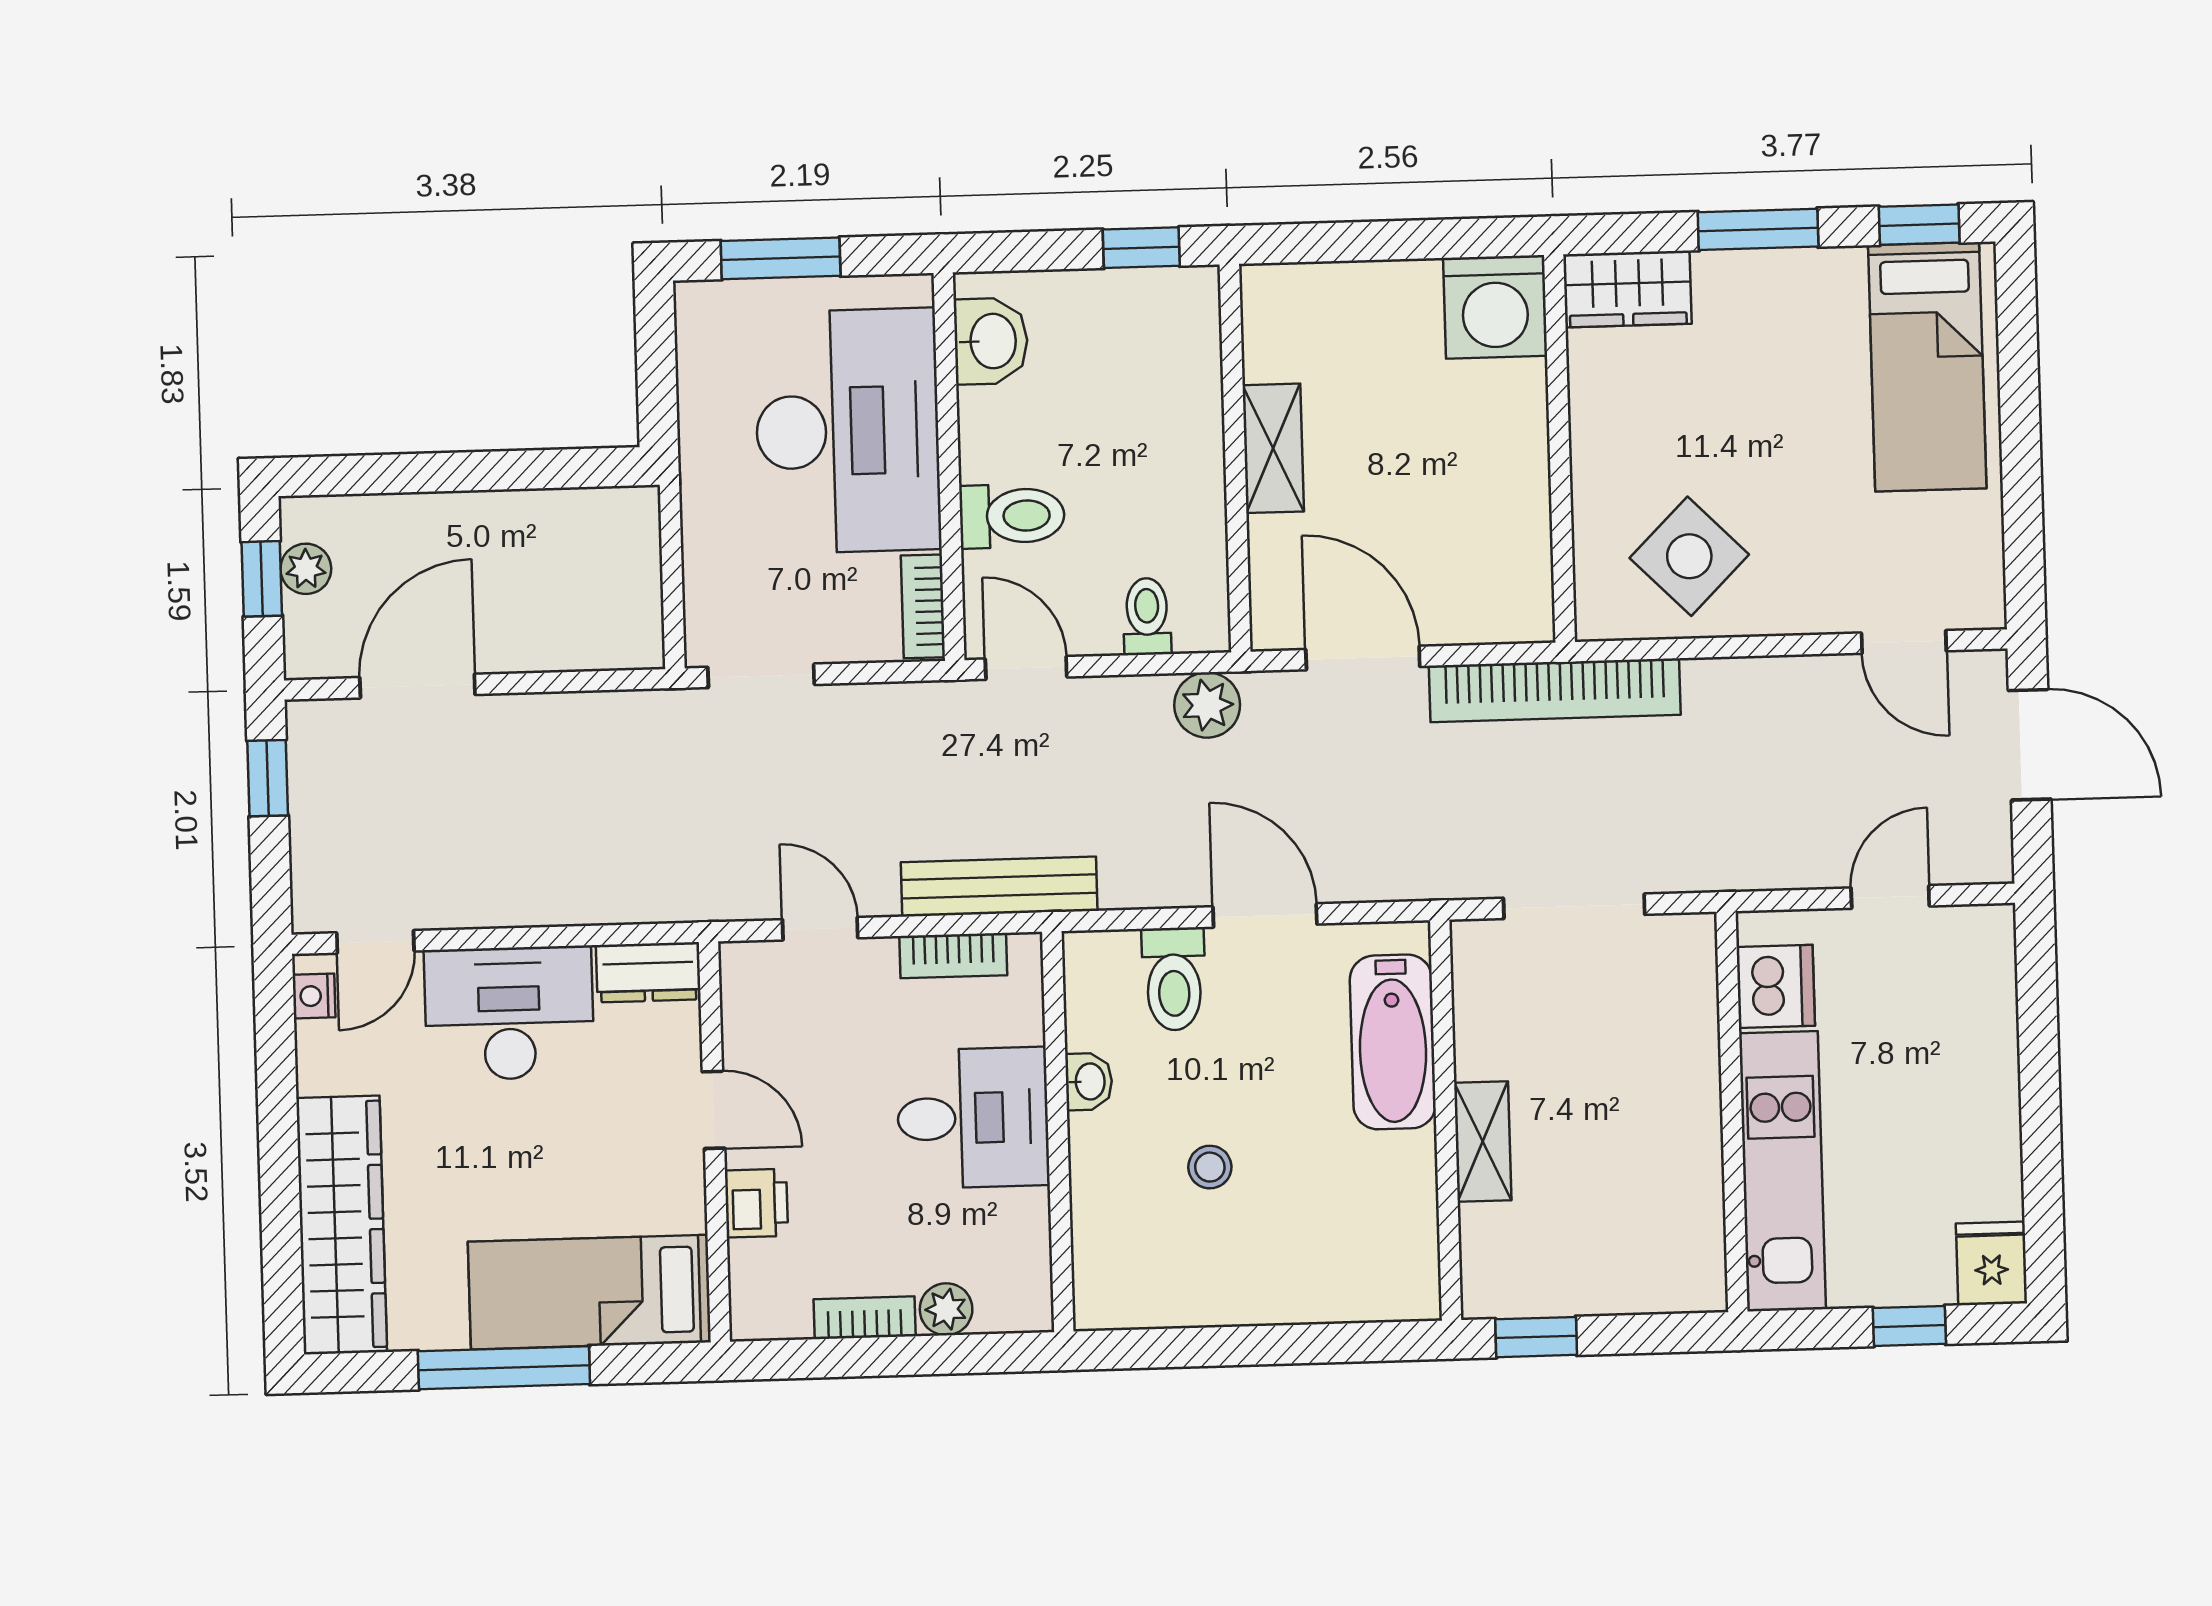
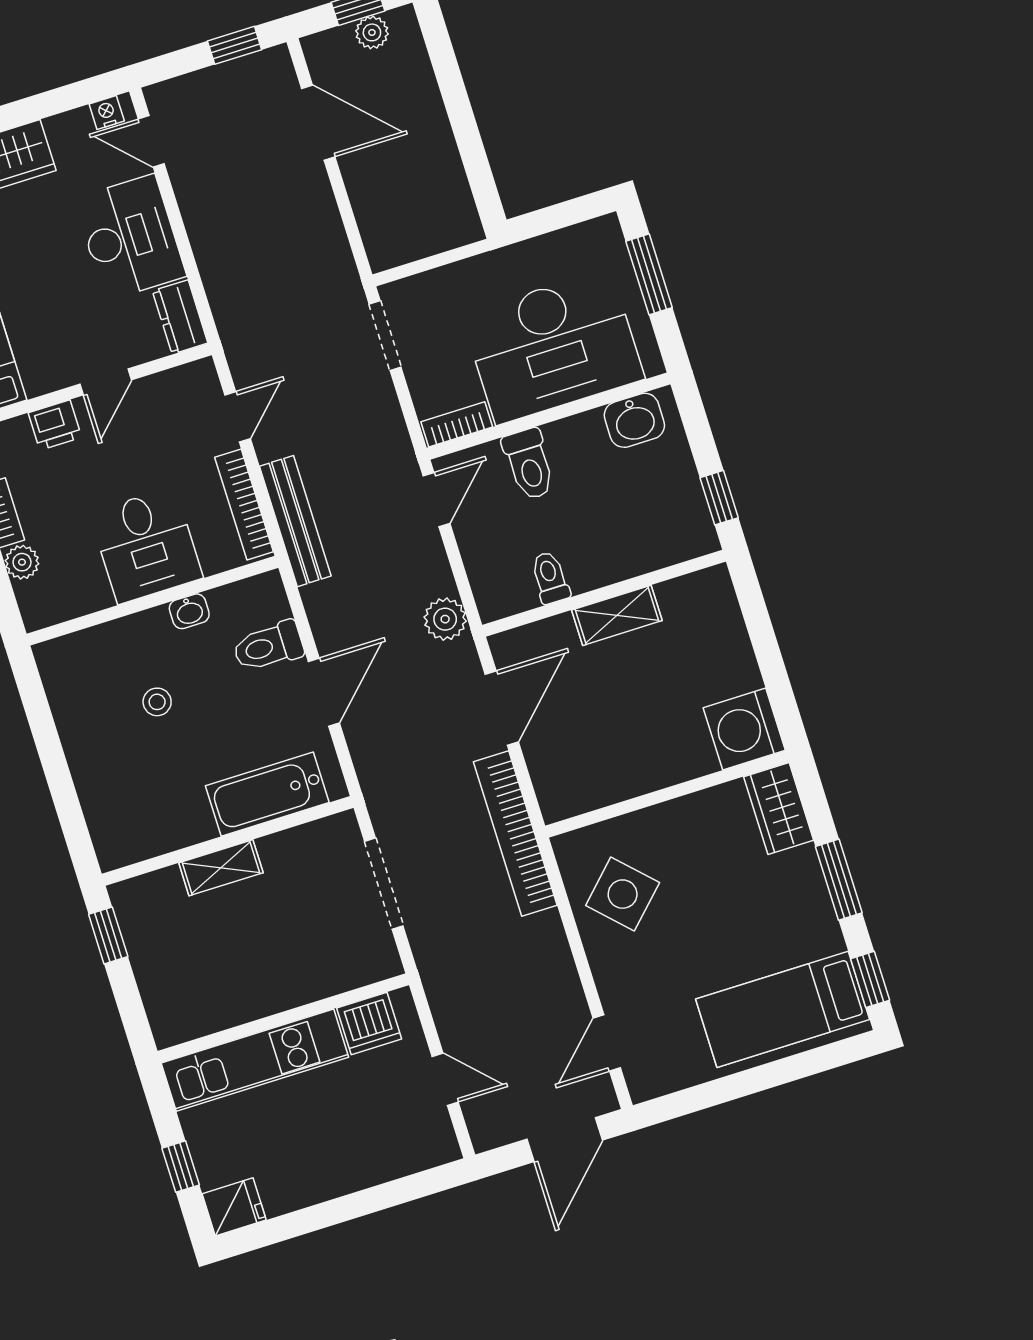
toilet: (1147, 616) -> (550, 578), moved, turned -90
bookcase: (953, 956) -> (244, 505), width x1.56

